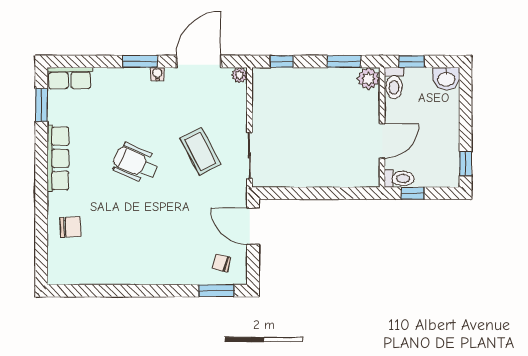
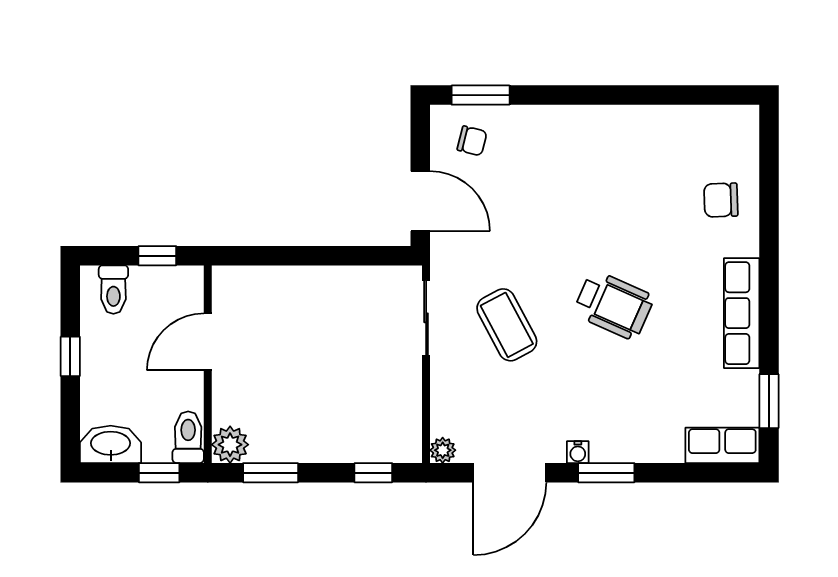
washbasin: (446, 79) -> (111, 444), width x1.38
window: (466, 164) -> (70, 356), moved
toilet: (399, 178) -> (113, 290), moved, turned -90

